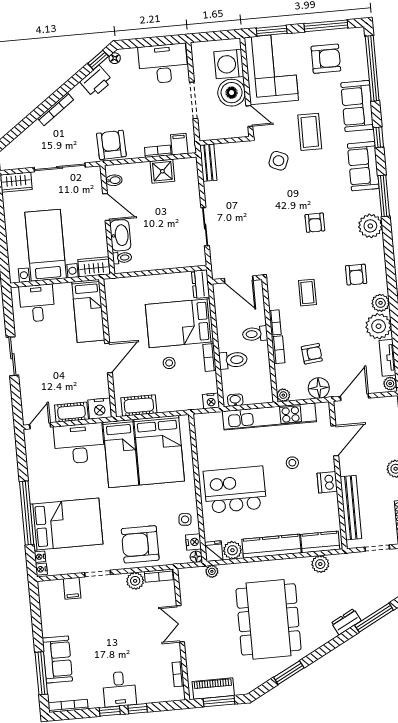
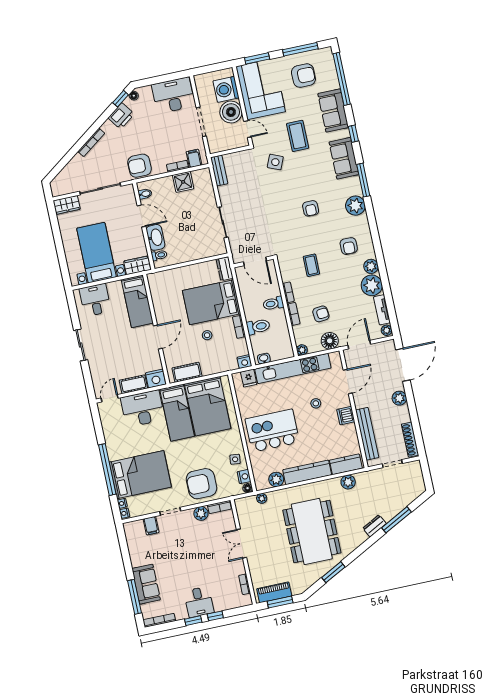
armchair: (111, 145) -> (140, 166), turned -88
fridge: (214, 551) -> (249, 378), moved, turned 180

